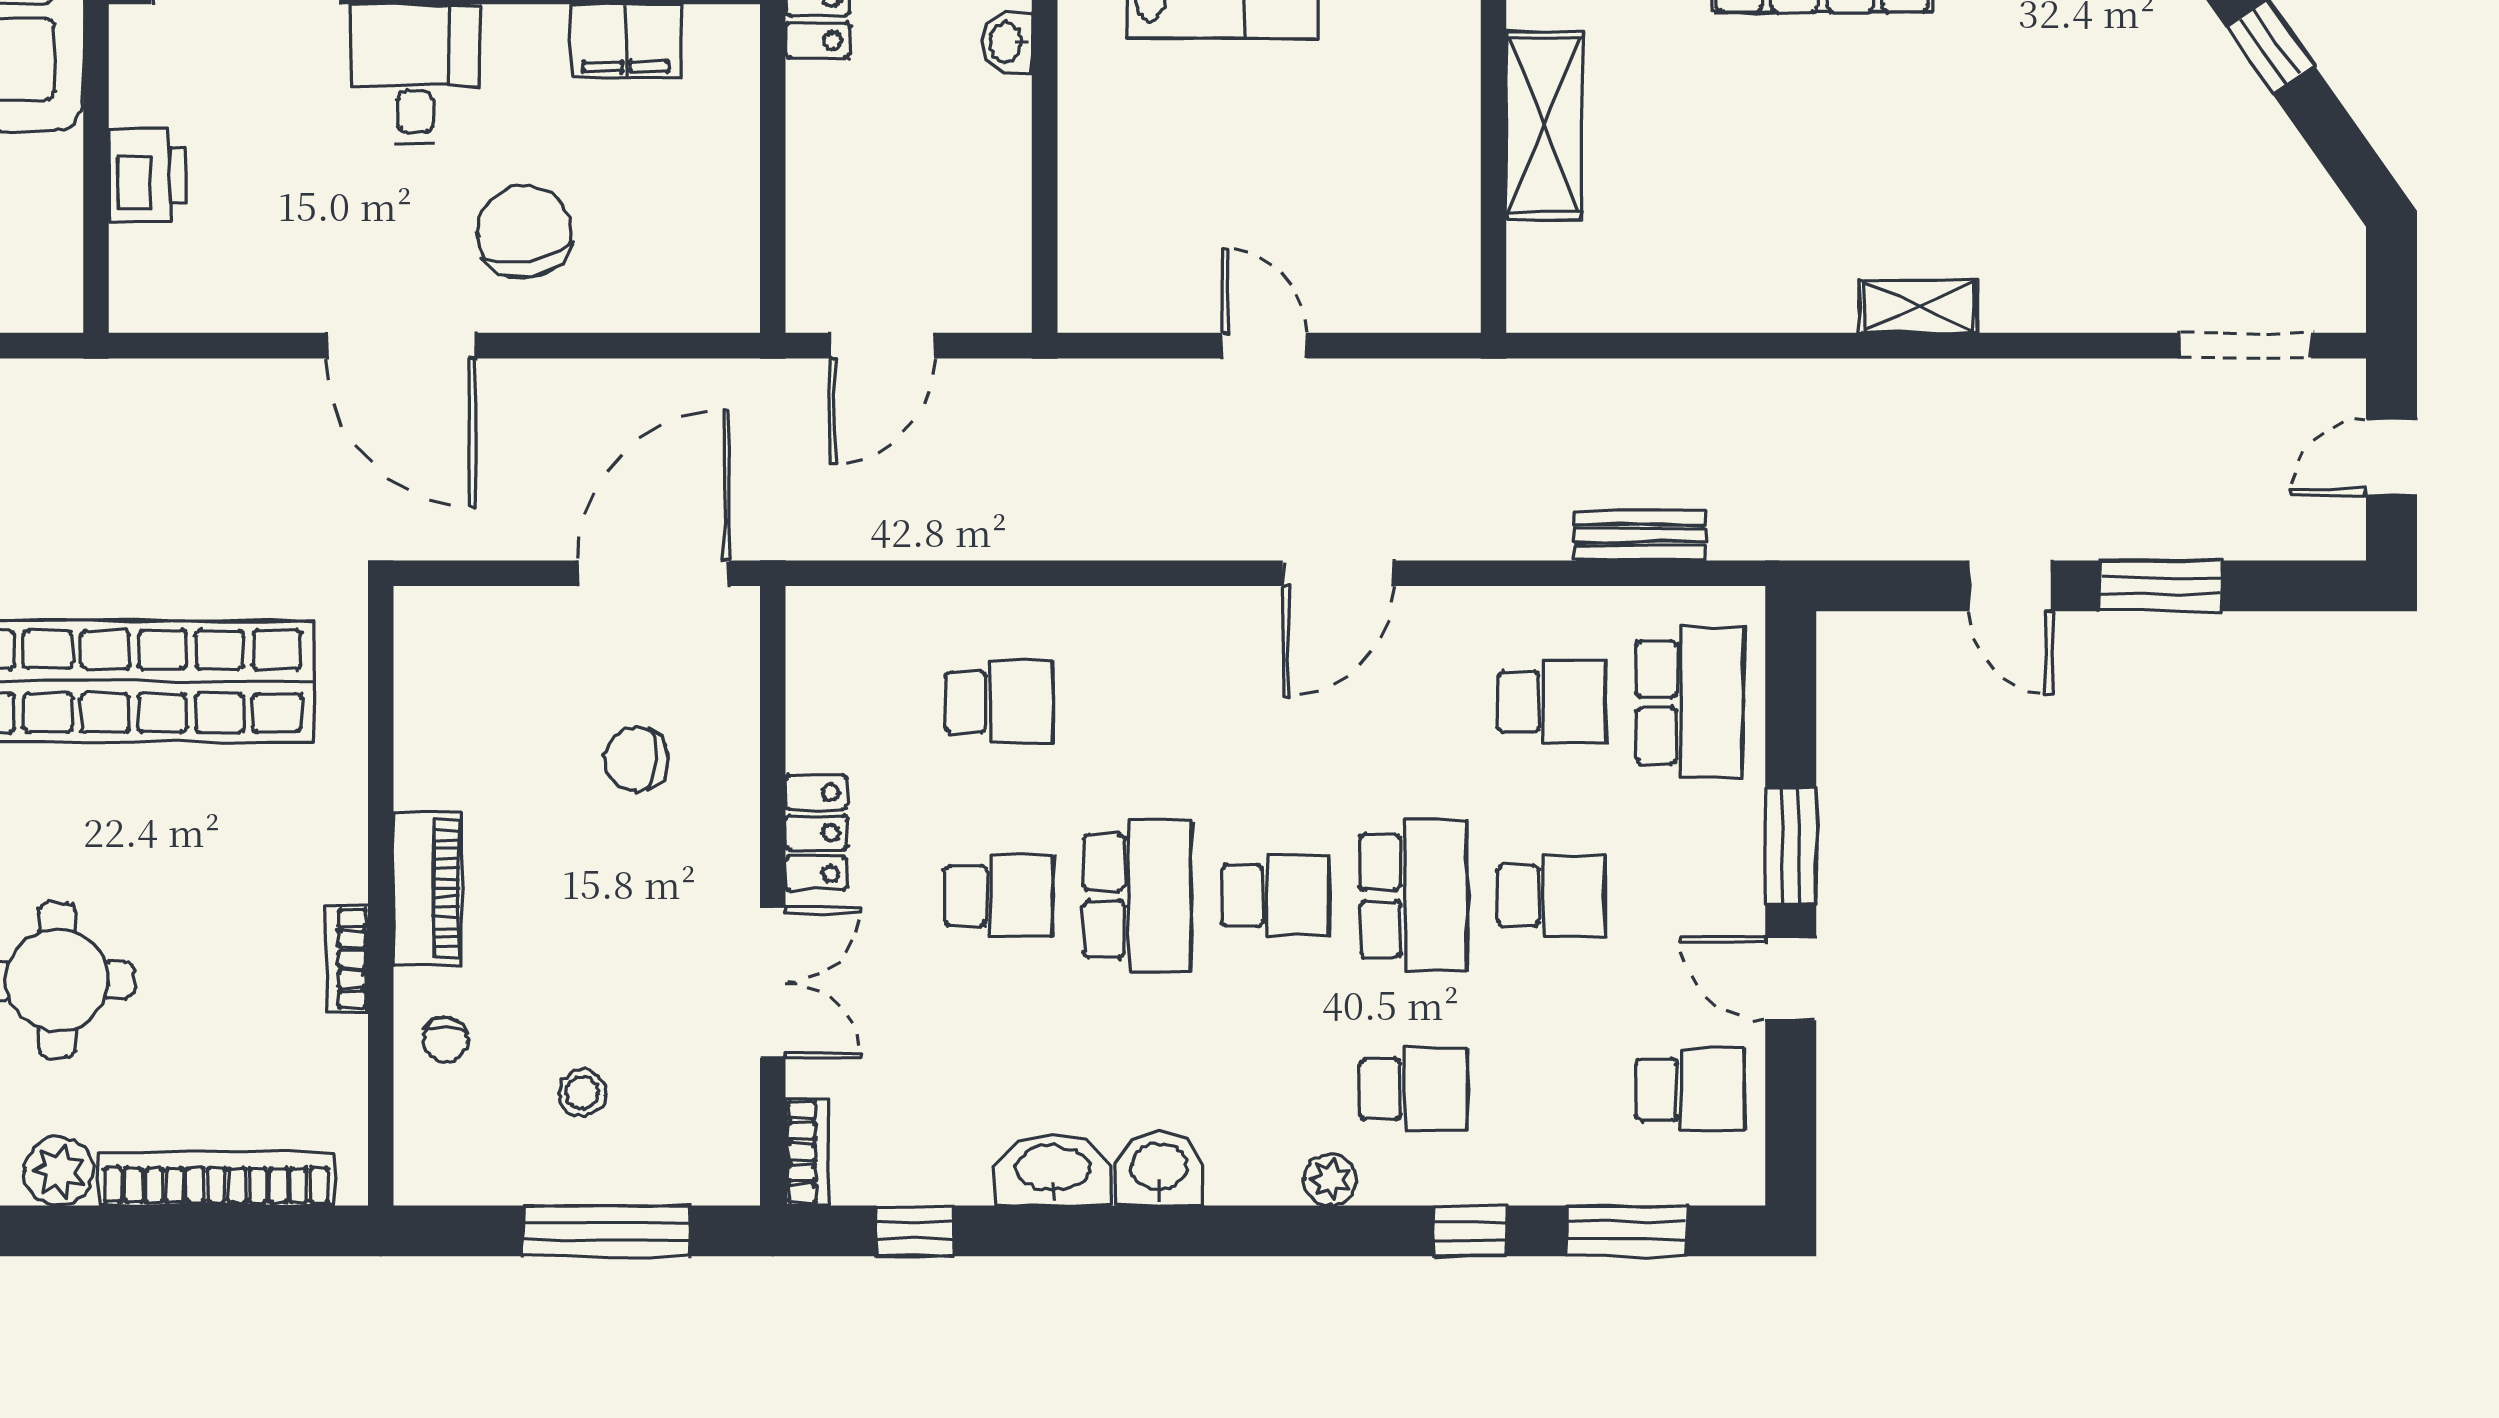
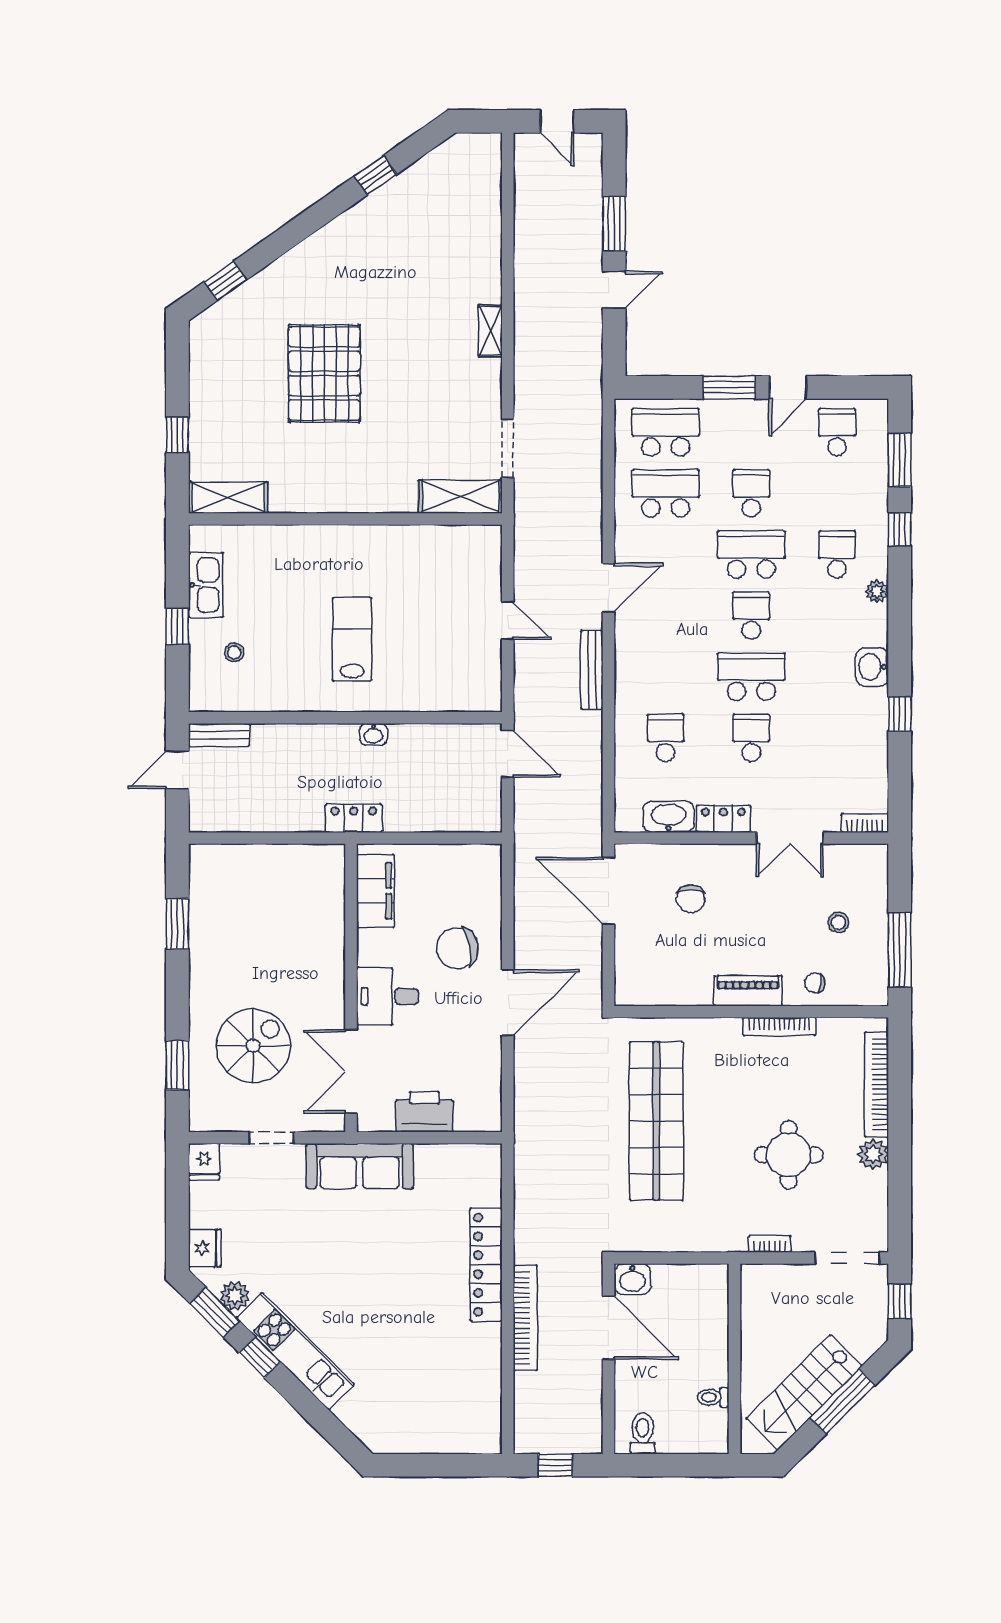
filing cabinet: (626, 41) -> (375, 891), width x1.50, depth x1.17
shelving: (1544, 126) -> (460, 497), moved
printer: (147, 175) -> (424, 1112), width x1.37, depth x1.19
door: (882, 346) -> (508, 754), moved
door: (1264, 346) -> (508, 620), swing flipped
doorway: (2245, 346) -> (508, 448), moved
bench: (1640, 536) -> (592, 670), moved, width x1.36
door: (1338, 573) -> (608, 588), hinge flipped
school desk: (1552, 702) -> (666, 493), width x1.85
bookcase: (347, 959) -> (779, 1027), width x1.56
double door: (773, 983) -> (790, 838), swing flipped
chair: (445, 1040) -> (815, 983), turned 180
washbasin: (1053, 1170) -> (669, 817), moved, turned 90
window: (607, 1231) -> (900, 950), moved
window: (915, 1231) -> (900, 714), moved

